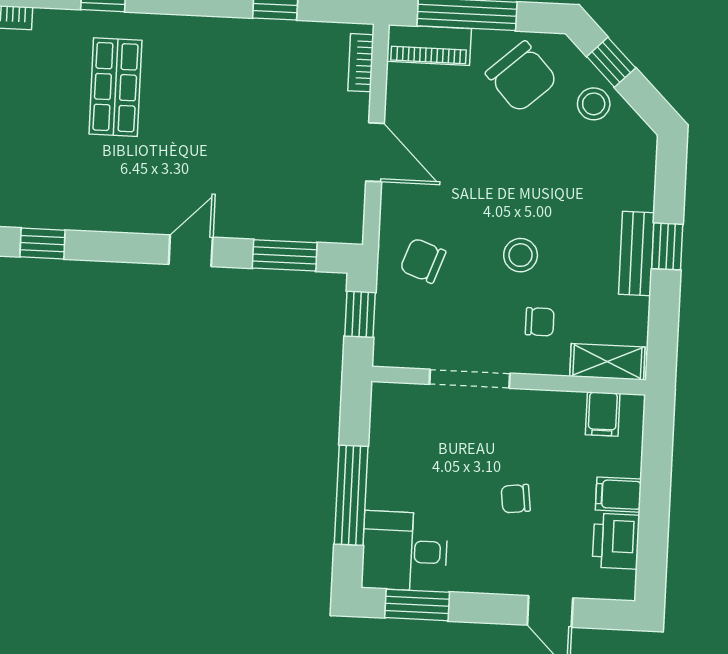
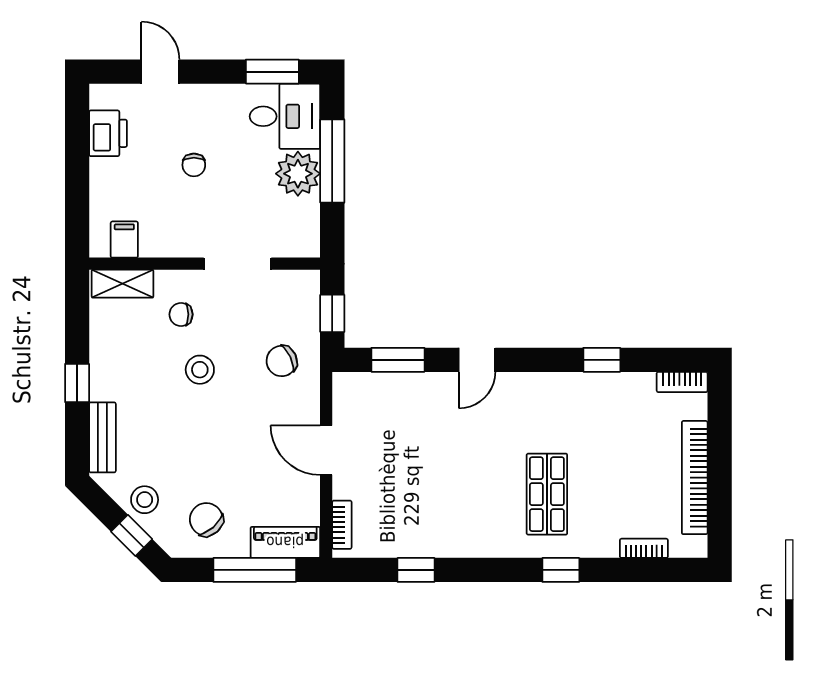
chair: (522, 77) -> (206, 519), width x0.73, depth x0.73
bench: (637, 254) -> (102, 437), moved
chair: (423, 261) -> (282, 361), turned 135
plant: (393, 482) -> (298, 174), added
filing cabinet: (618, 495) -> (108, 173), removed
chair: (516, 499) -> (194, 165), turned 97

